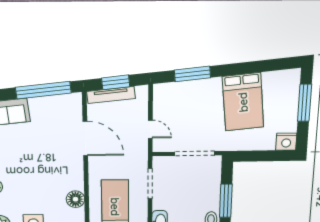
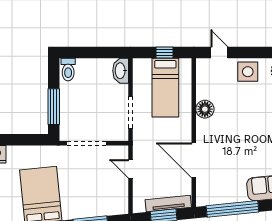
floor lamp: (75, 199) -> (205, 109), moved
window: (226, 201) -> (54, 107), moved

